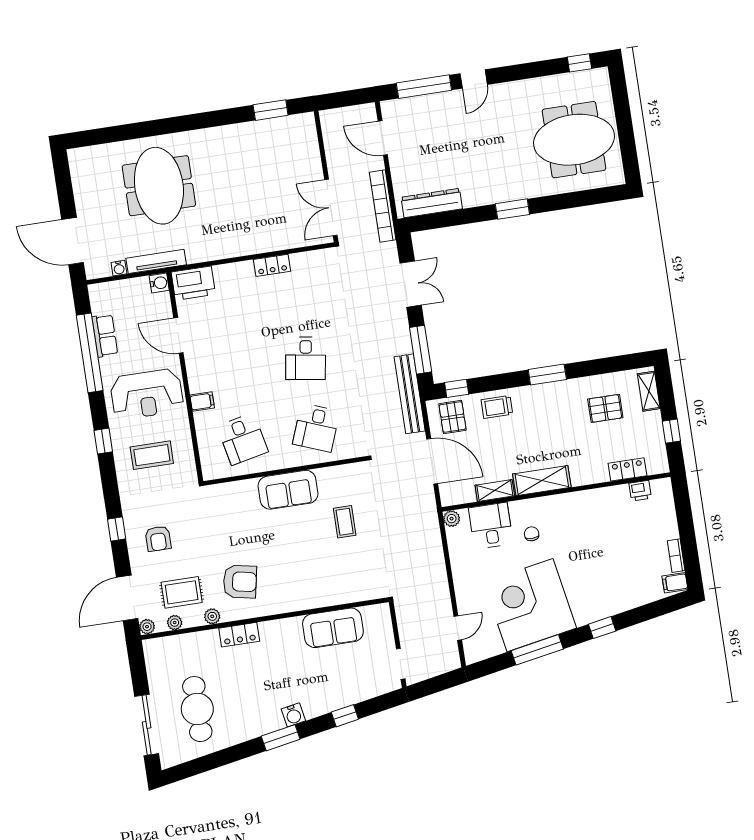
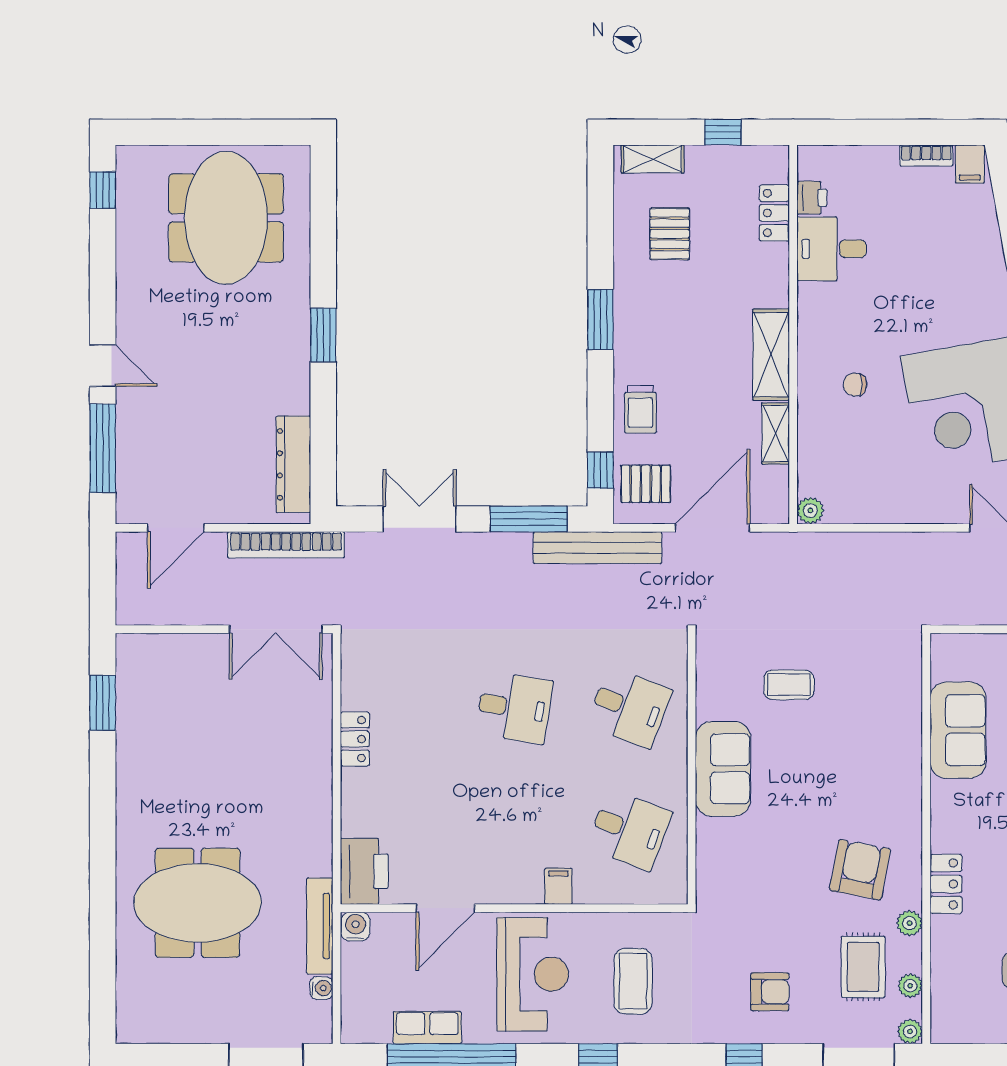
desk: (243, 439) -> (629, 830), turned 33
desk: (491, 526) -> (831, 249), moved

